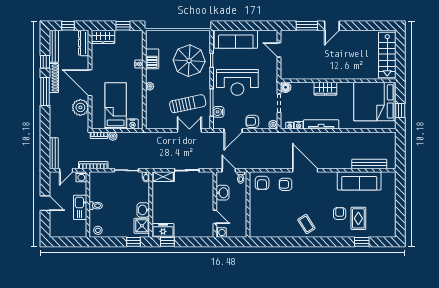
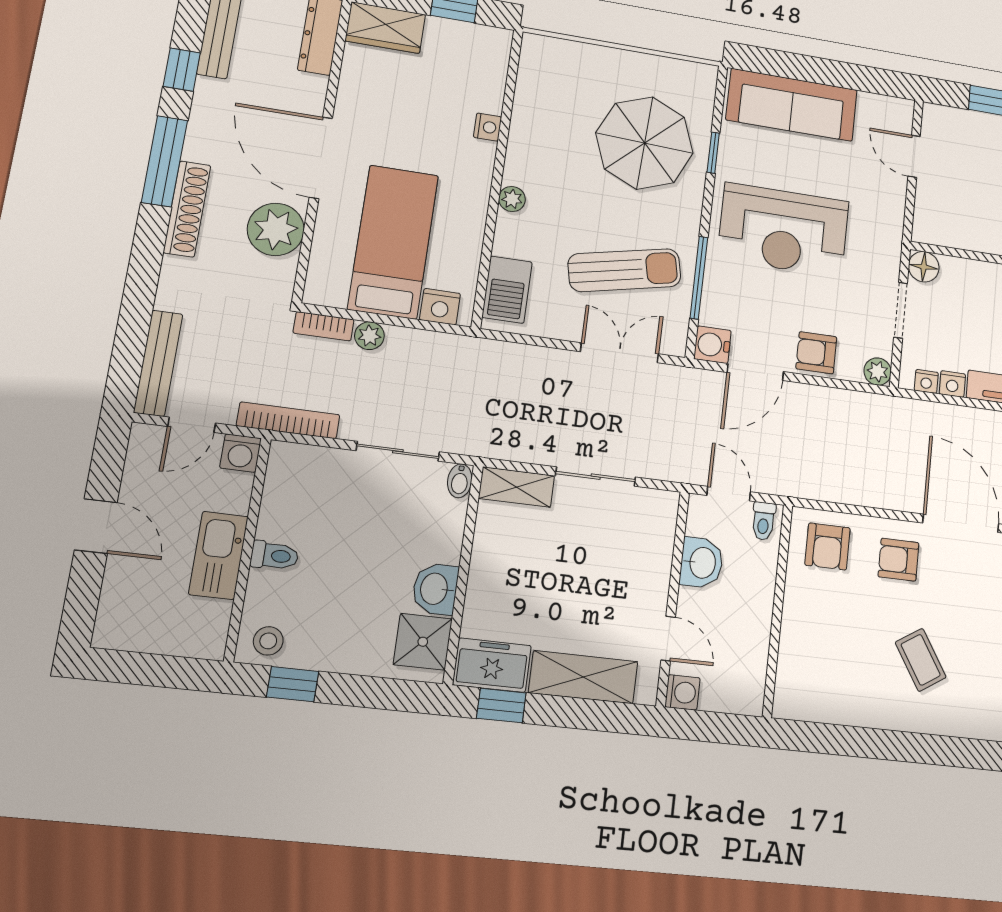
barbecue: (152, 59) -> (507, 290), moved
shoe rack: (54, 78) -> (187, 209), moved
water cooler: (218, 112) -> (713, 345), moved
coffee table: (306, 224) -> (921, 660), moved
shelving: (191, 231) -> (583, 677), added
window: (133, 242) -> (293, 684), moved

